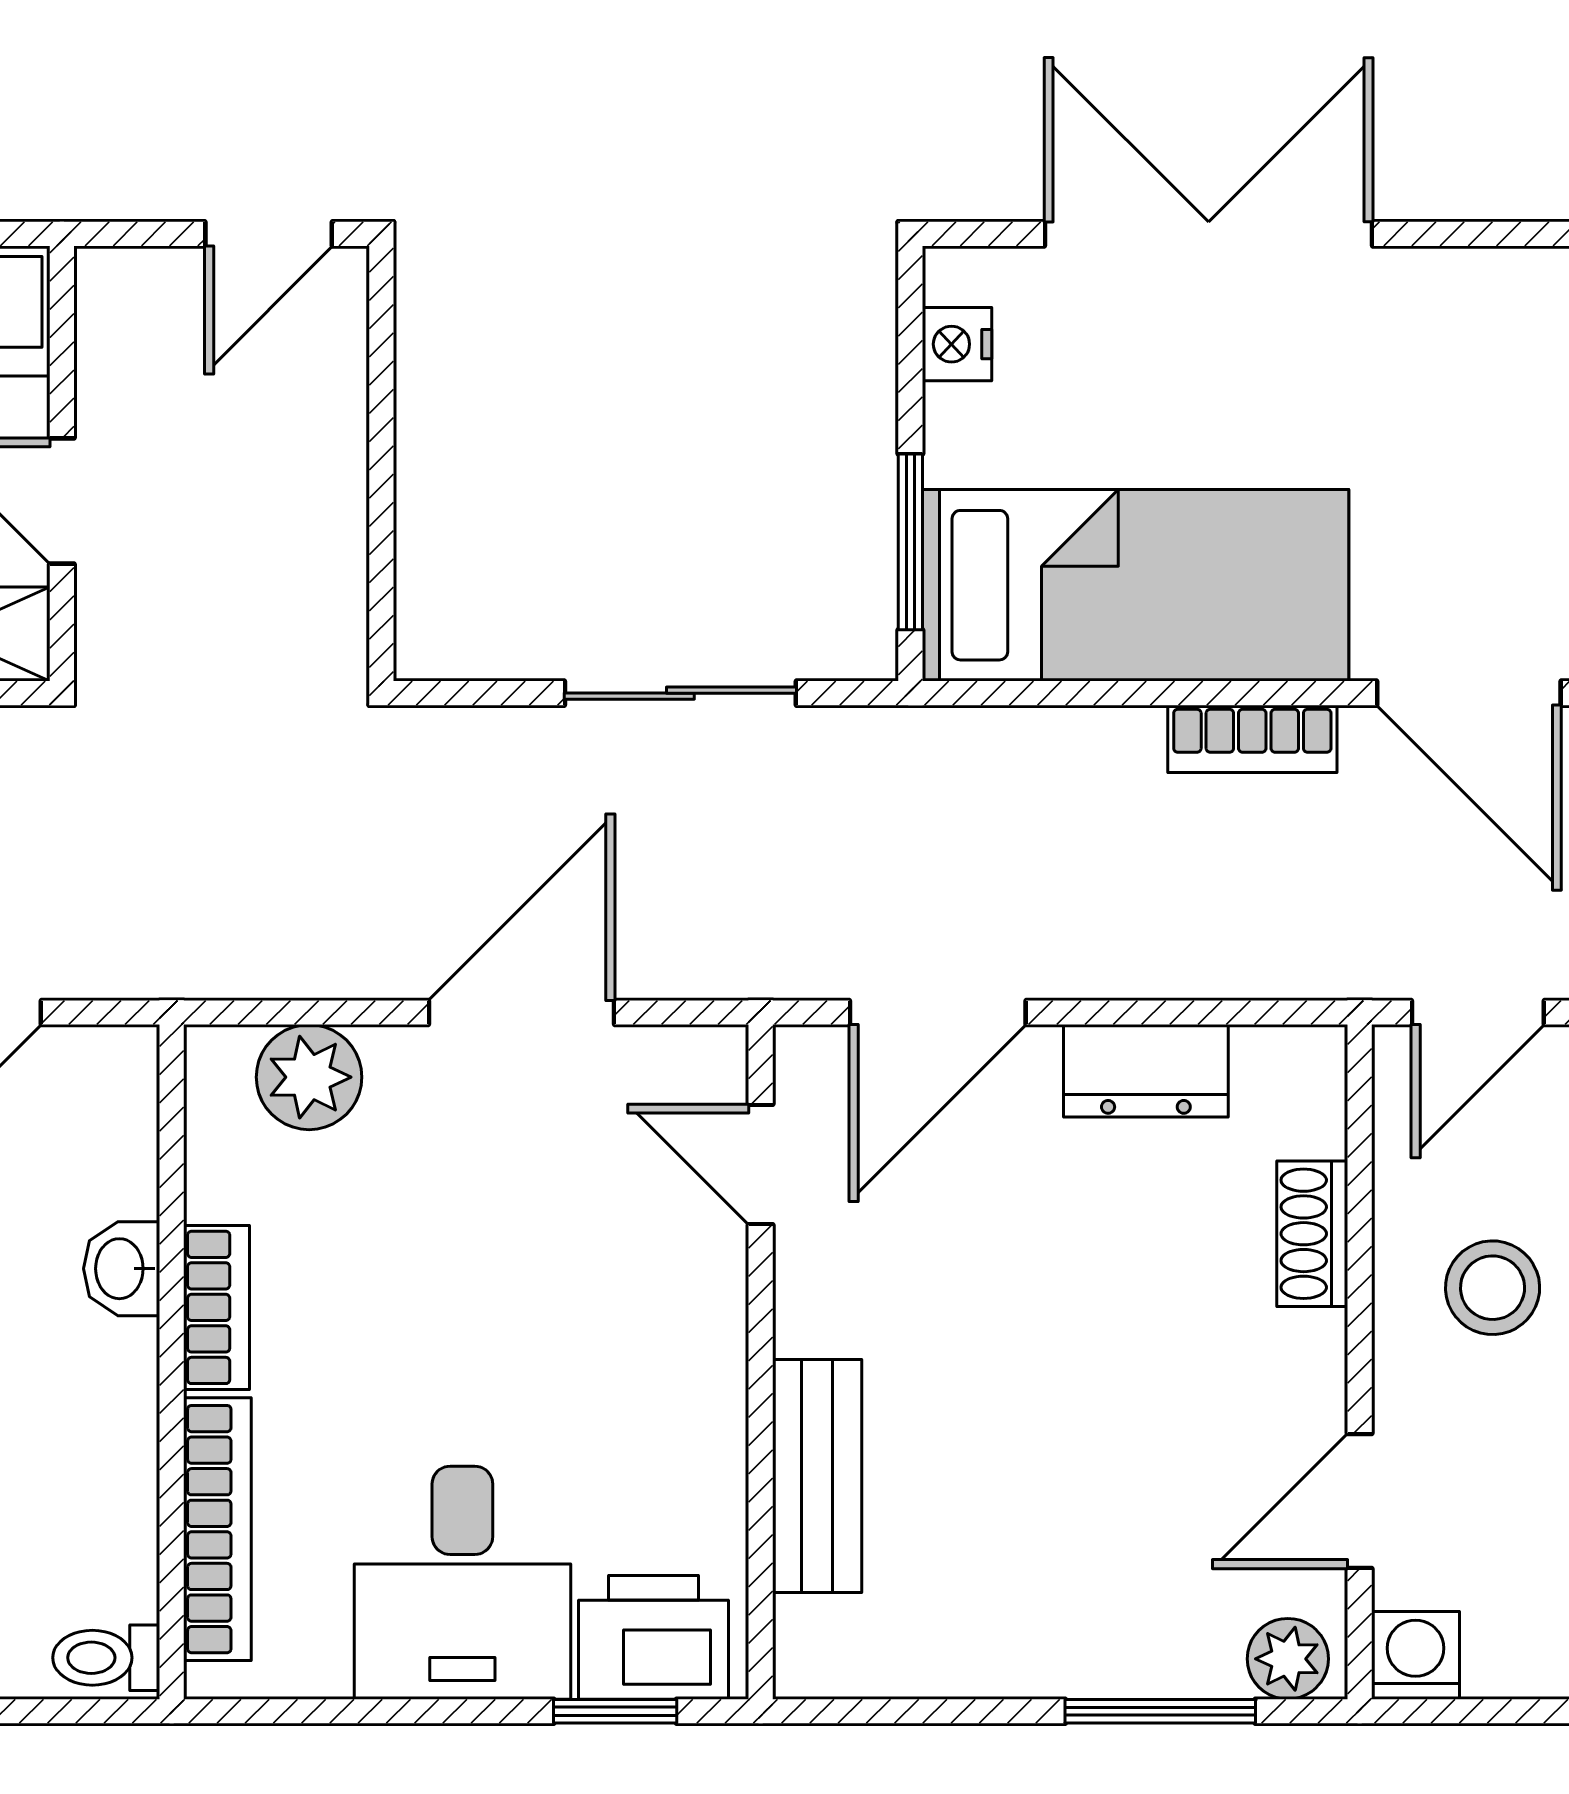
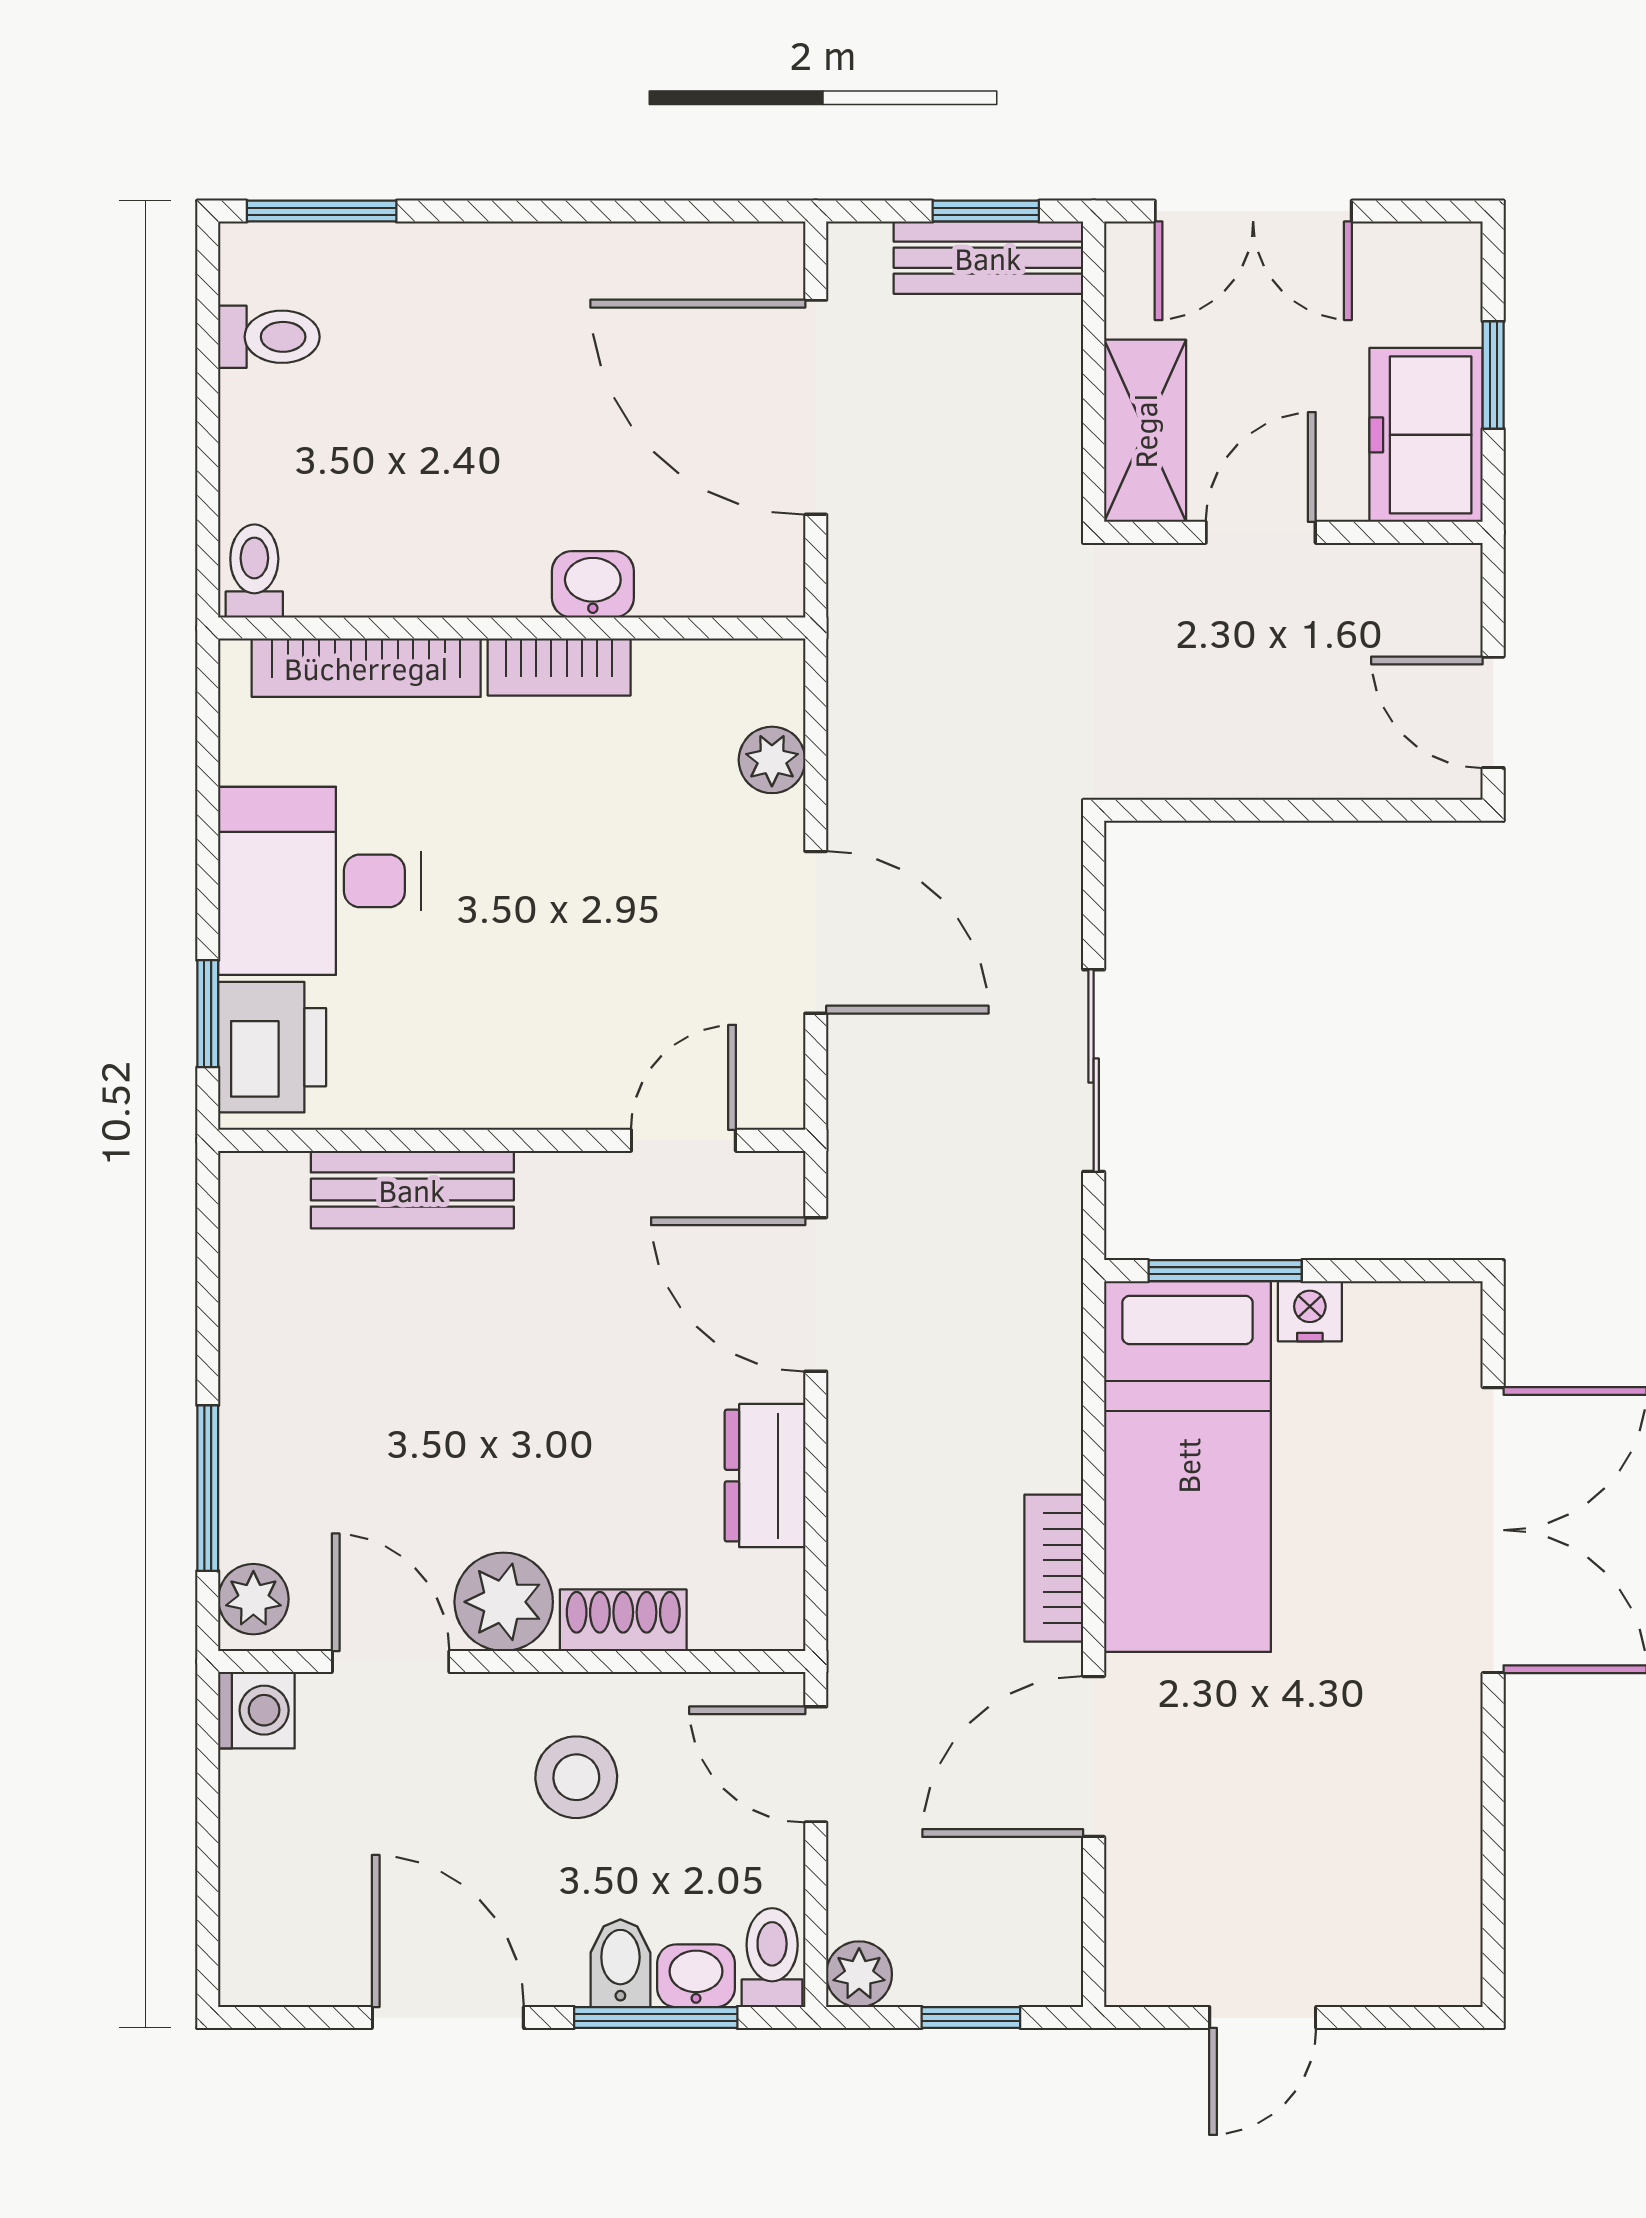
nightstand: (957, 344) -> (1310, 1311), moved
plant: (309, 1077) -> (772, 760), width x0.73, depth x0.73
plant: (1291, 1371) -> (504, 1602), added

